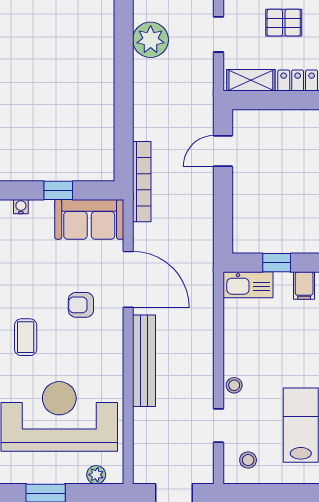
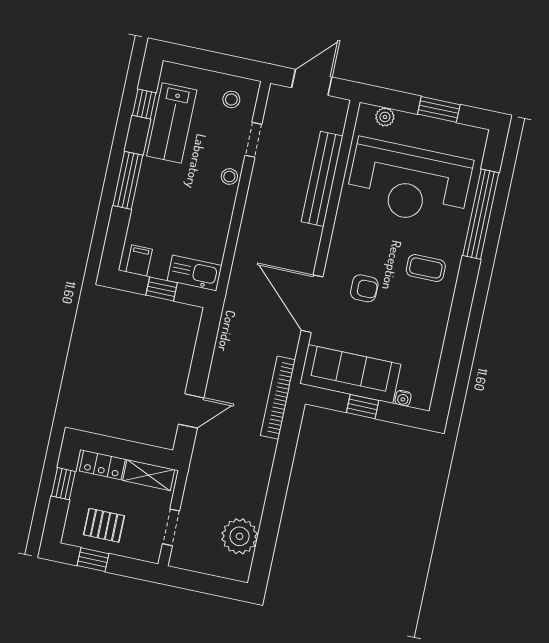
sofa: (89, 219) -> (350, 374), width x1.36
coffee table: (26, 337) -> (426, 268), turned 90
bench: (144, 361) -> (322, 179), moved

